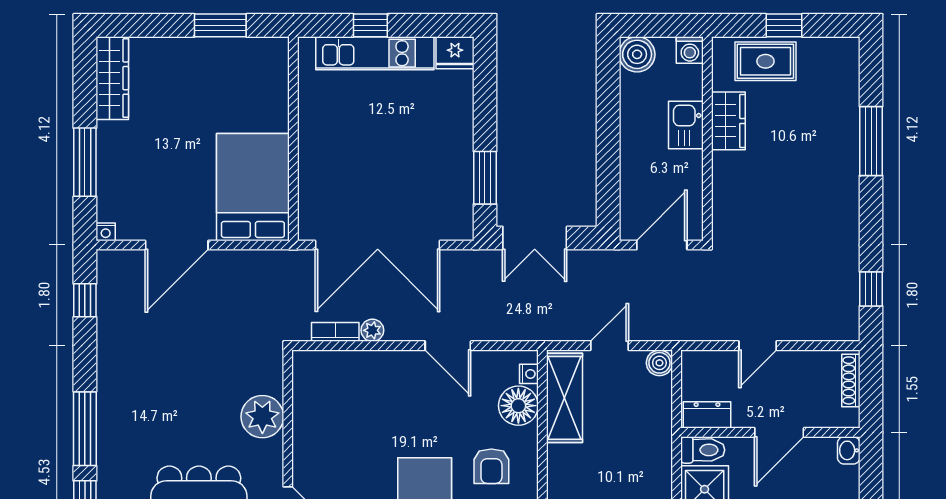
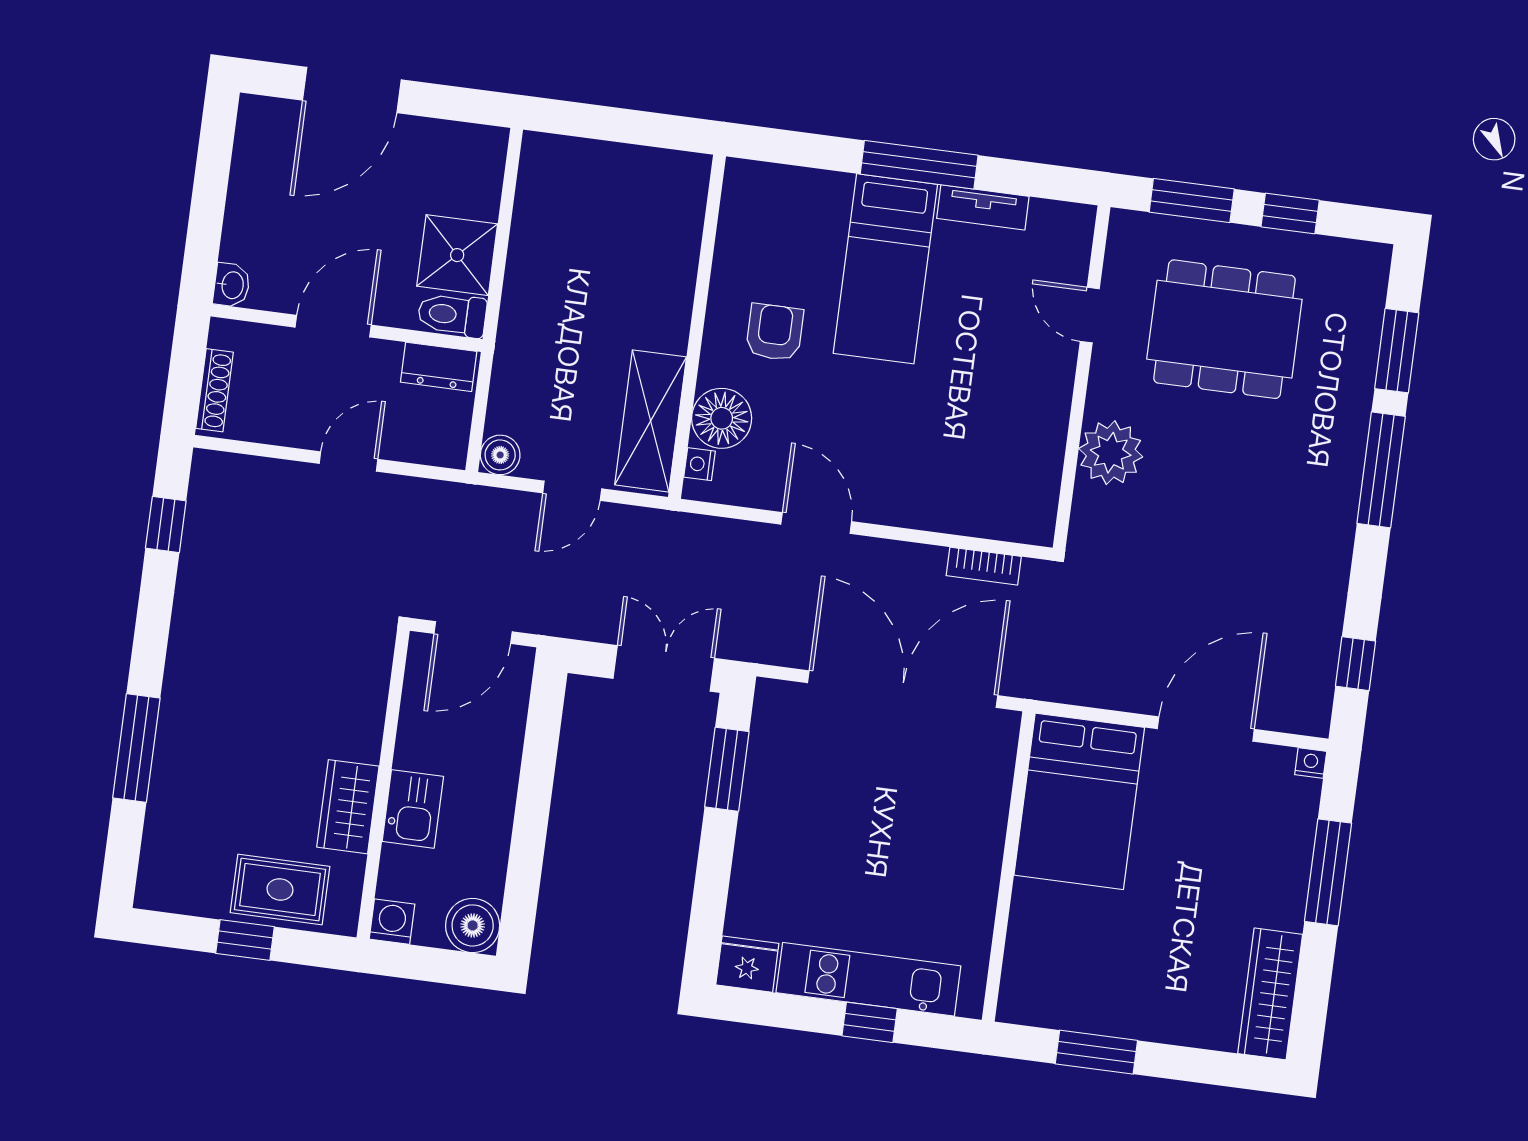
plant: (372, 330) -> (927, 561), removed

